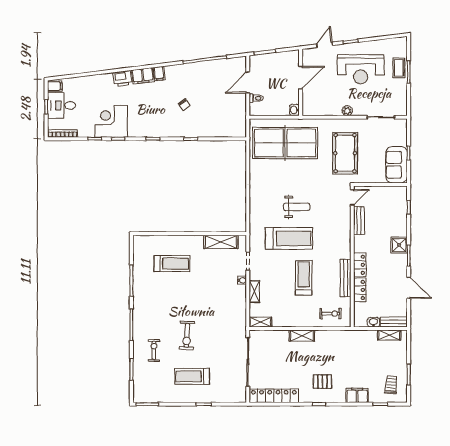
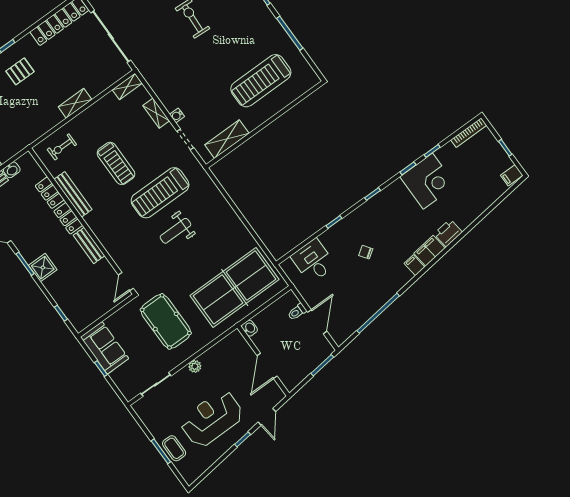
desk: (62, 105) -> (313, 261), moved, turned -90
bench: (359, 221) -> (89, 245), moved
treadmill: (172, 264) -> (261, 81), width x1.37, depth x1.38

